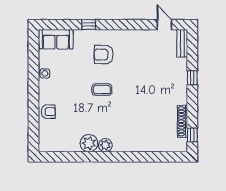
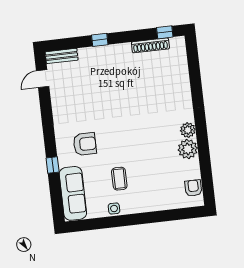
sofa: (56, 39) -> (73, 193), width x1.36
armchair: (104, 55) -> (85, 144), turned -90
coffee table: (102, 90) -> (119, 179), moved
armchair: (48, 112) -> (193, 188), moved

